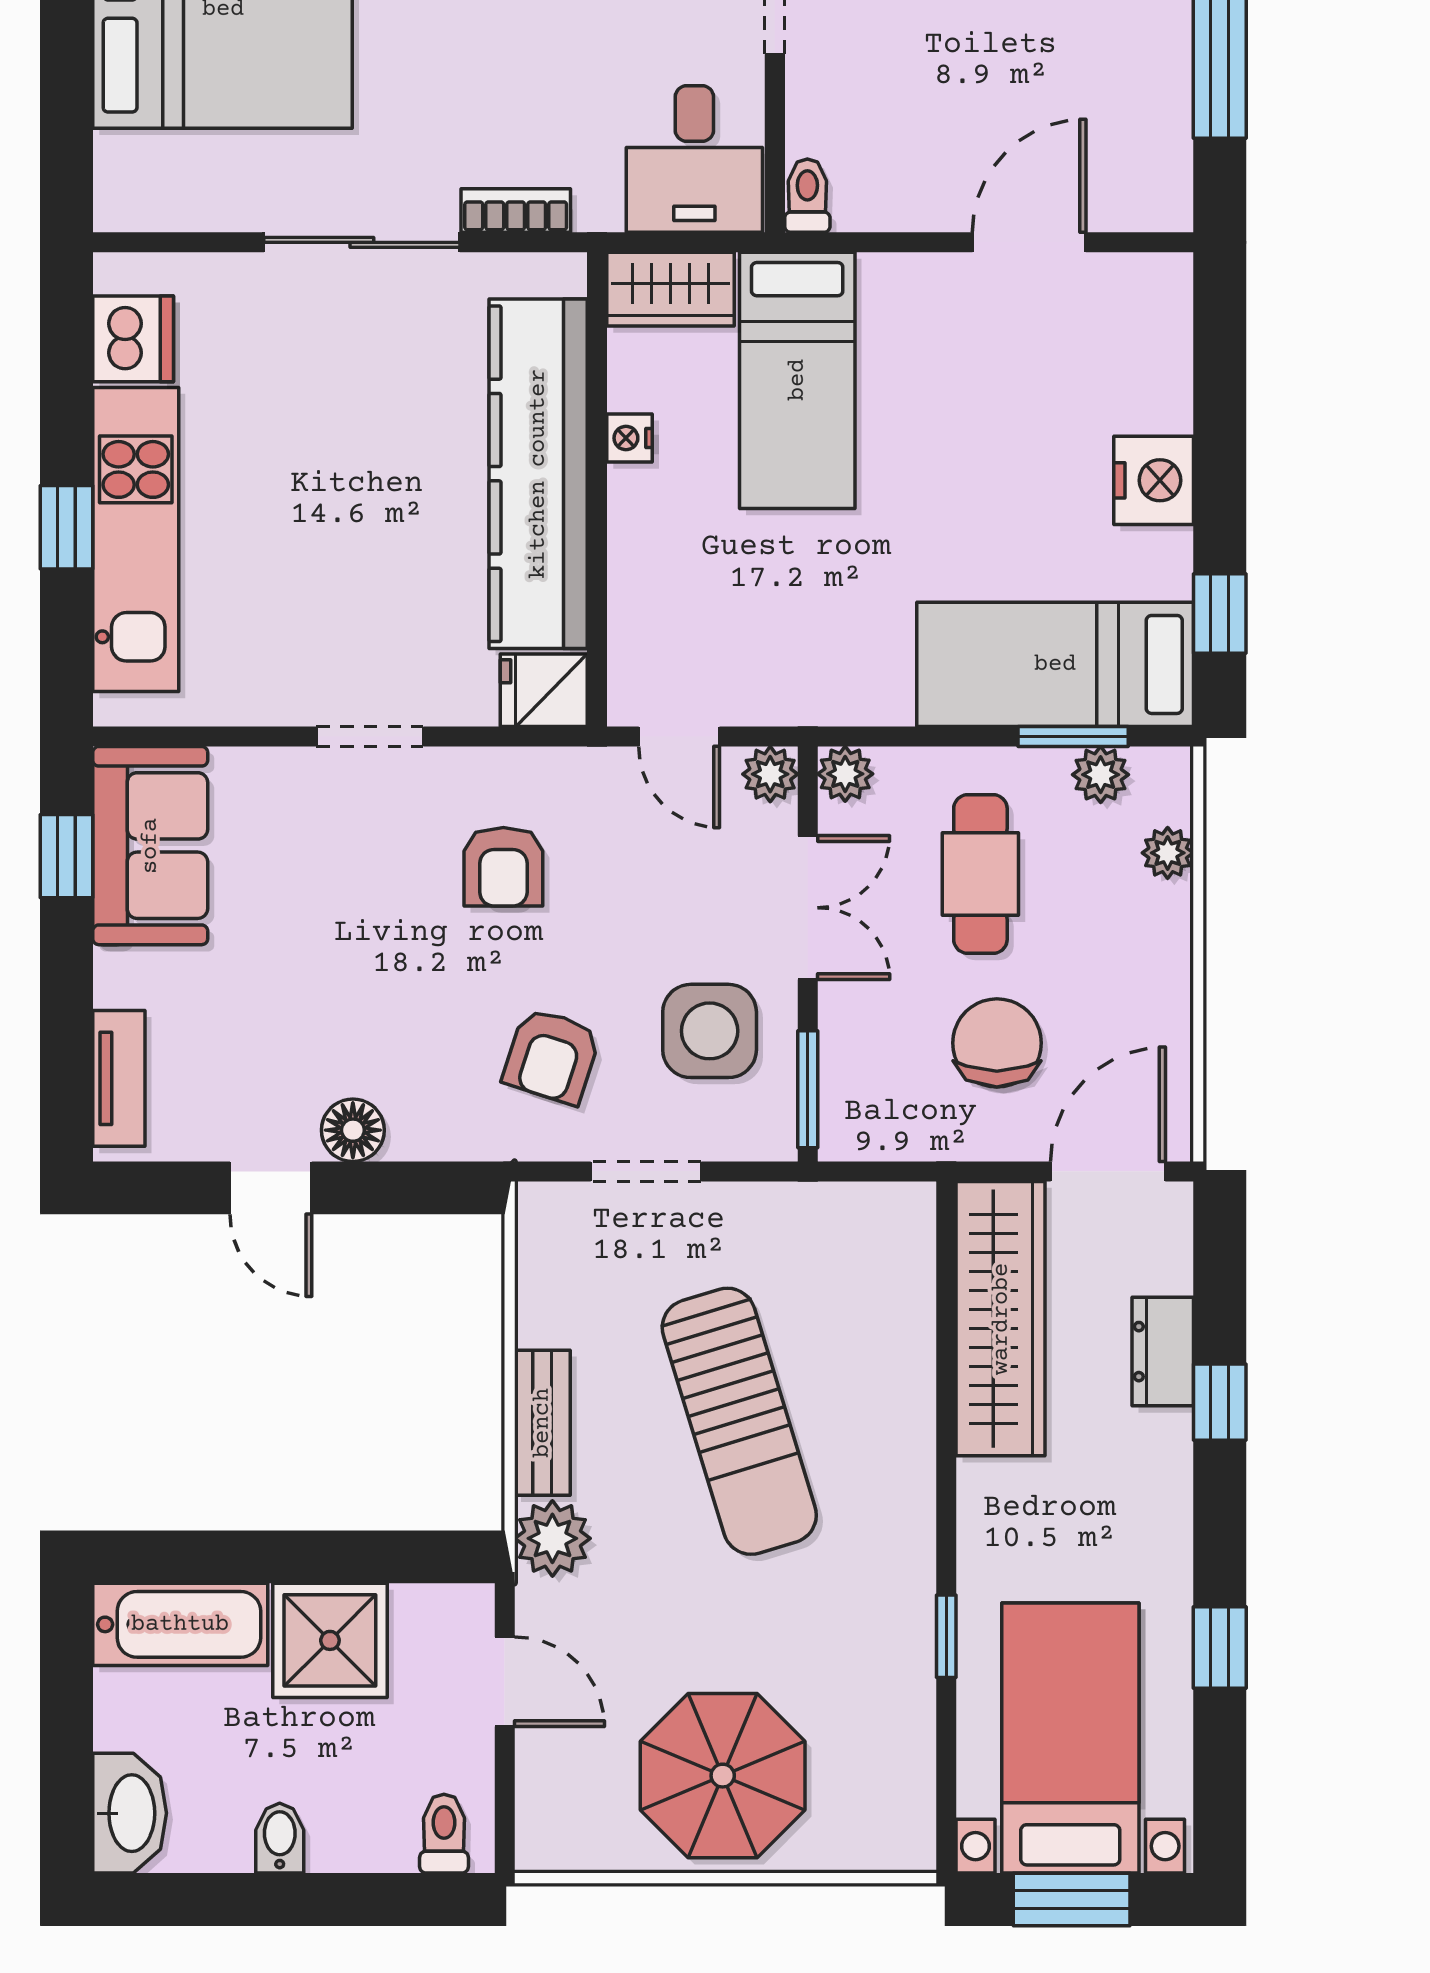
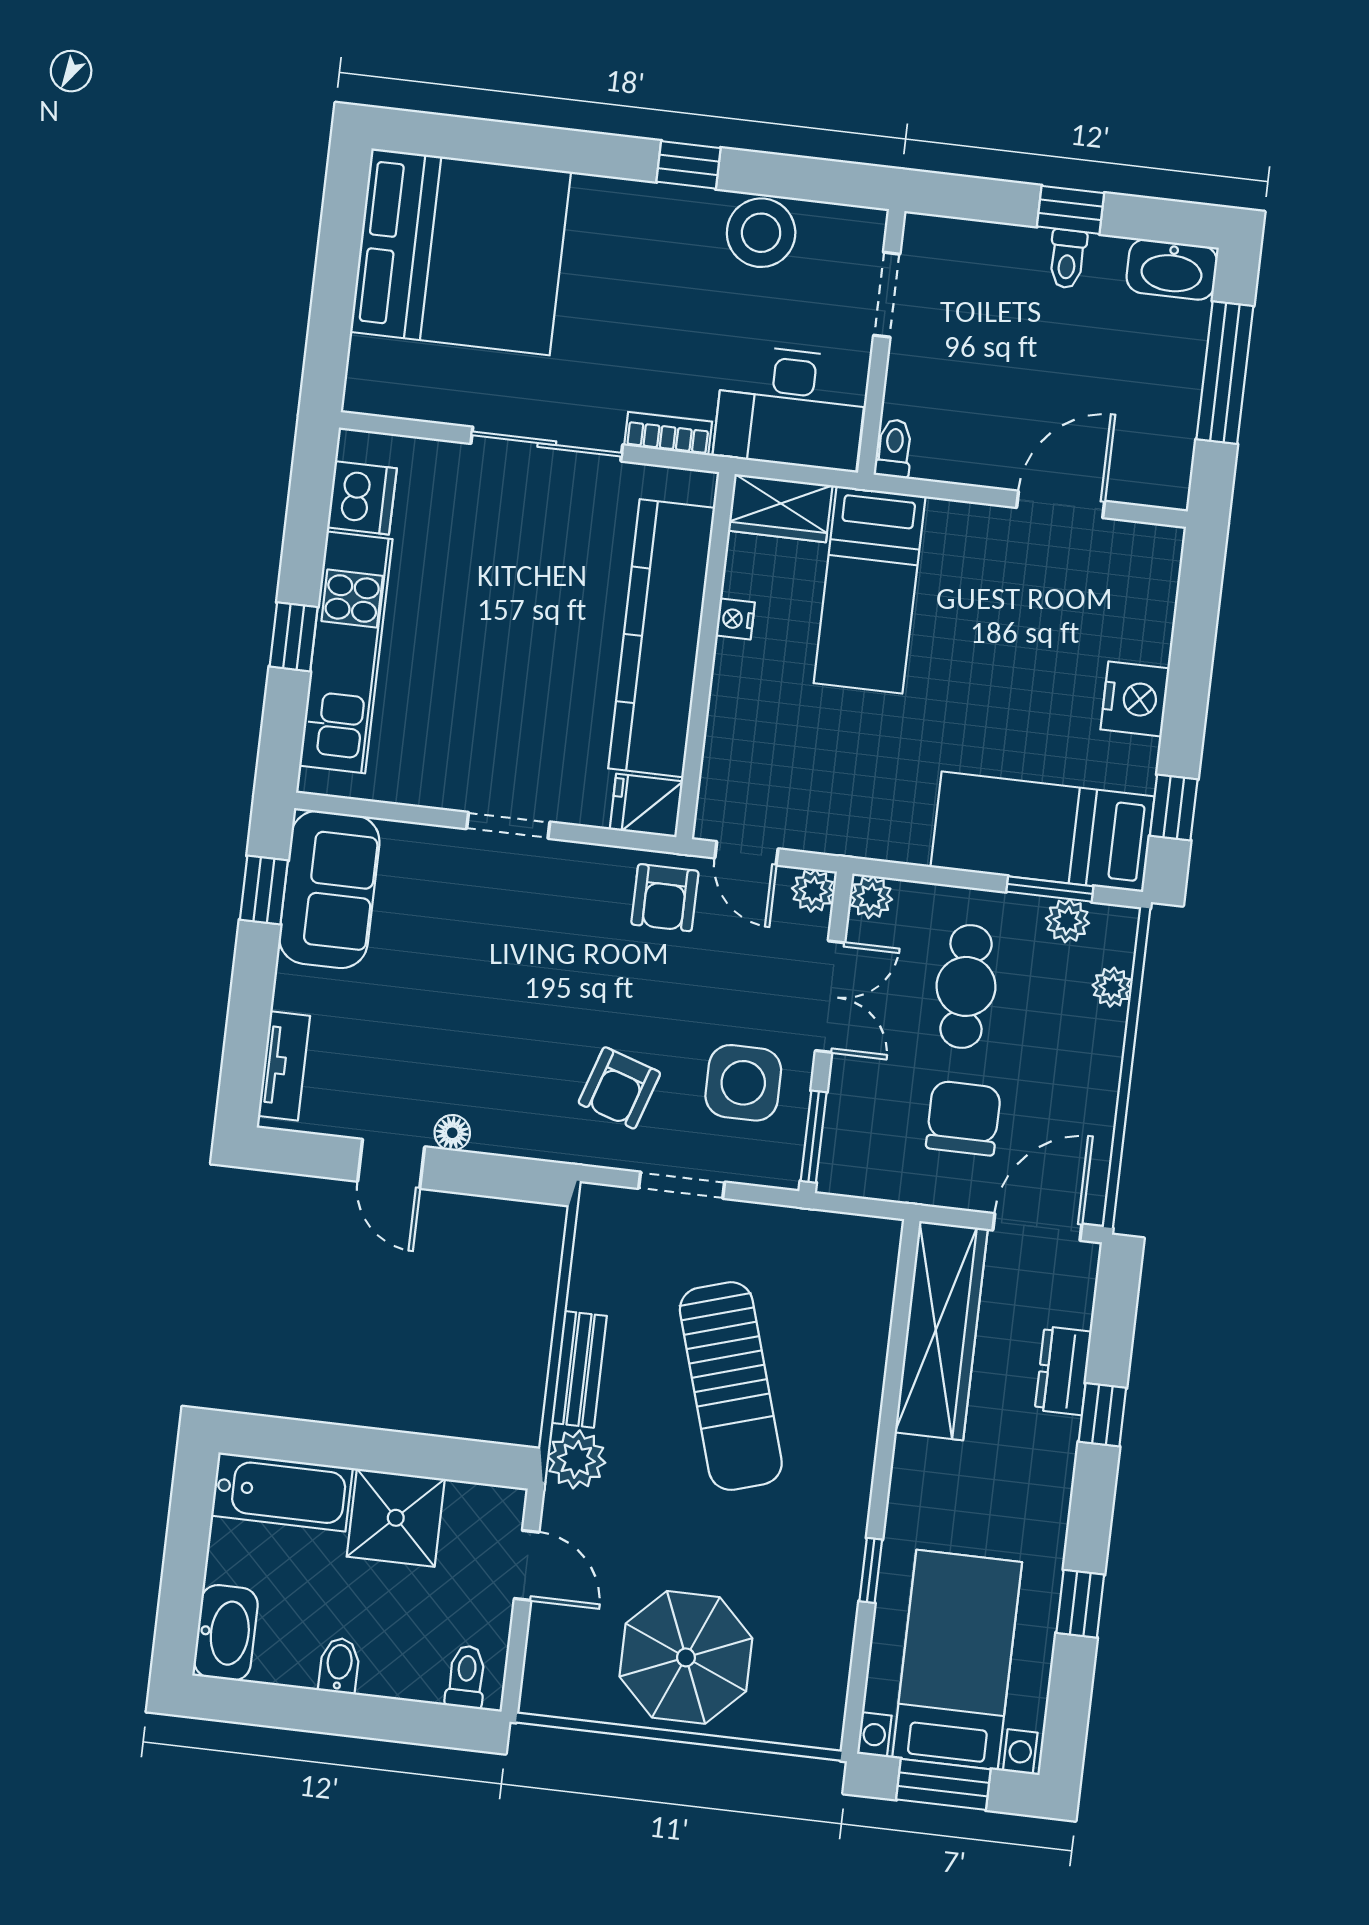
desk: (694, 159) -> (791, 408), width x1.37
armchair: (503, 867) -> (665, 898), moved
floor lamp: (353, 1130) -> (452, 1133), width x0.73, depth x0.73

